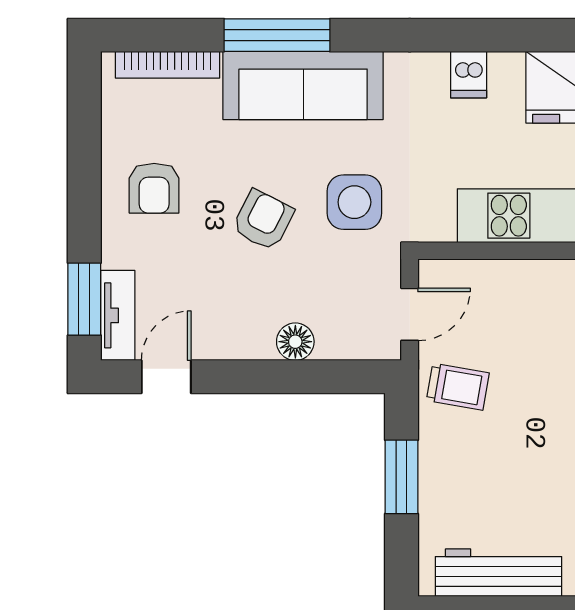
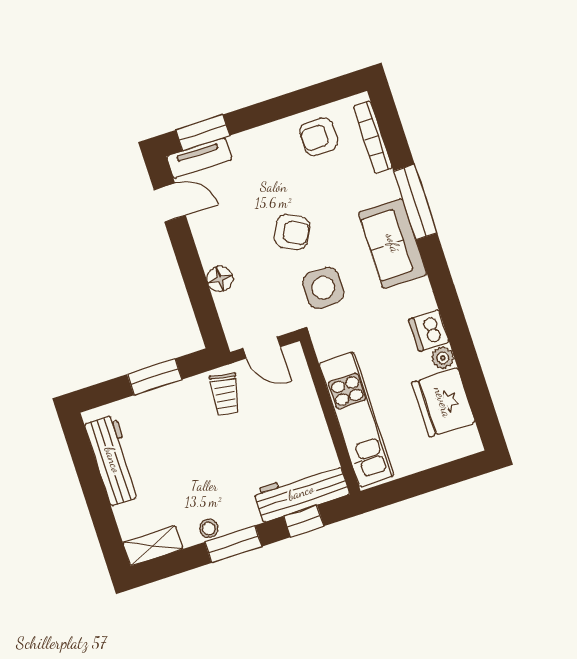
plant: (506, 68) -> (443, 358), added
dishwasher: (469, 75) -> (429, 330), width x1.38
sofa: (303, 85) -> (393, 243), width x0.73
armchair: (154, 188) -> (319, 137), moved

